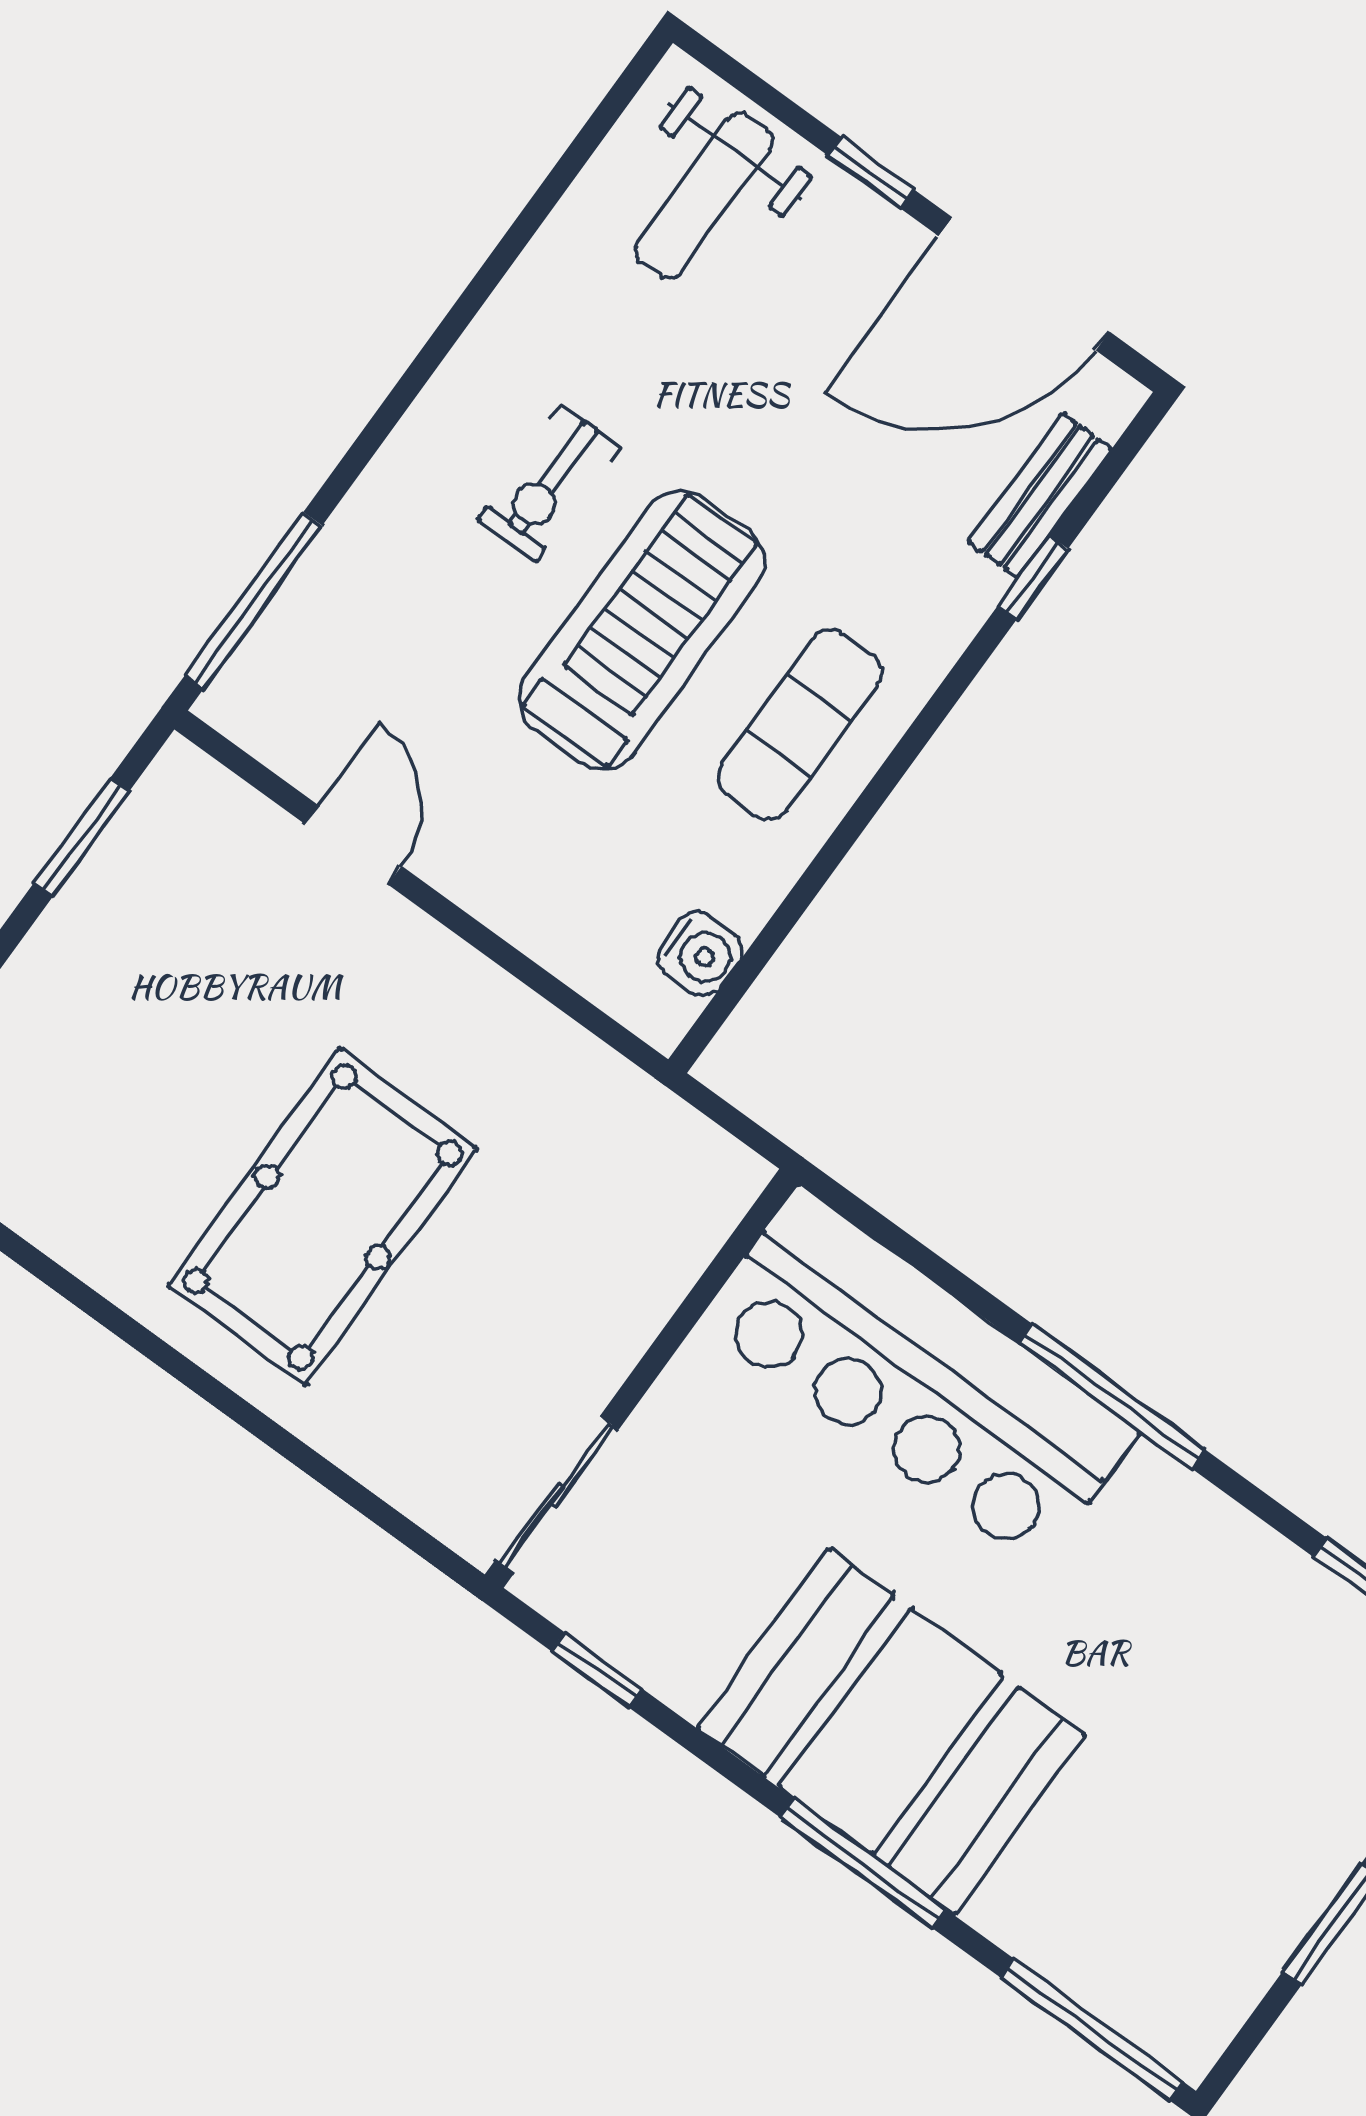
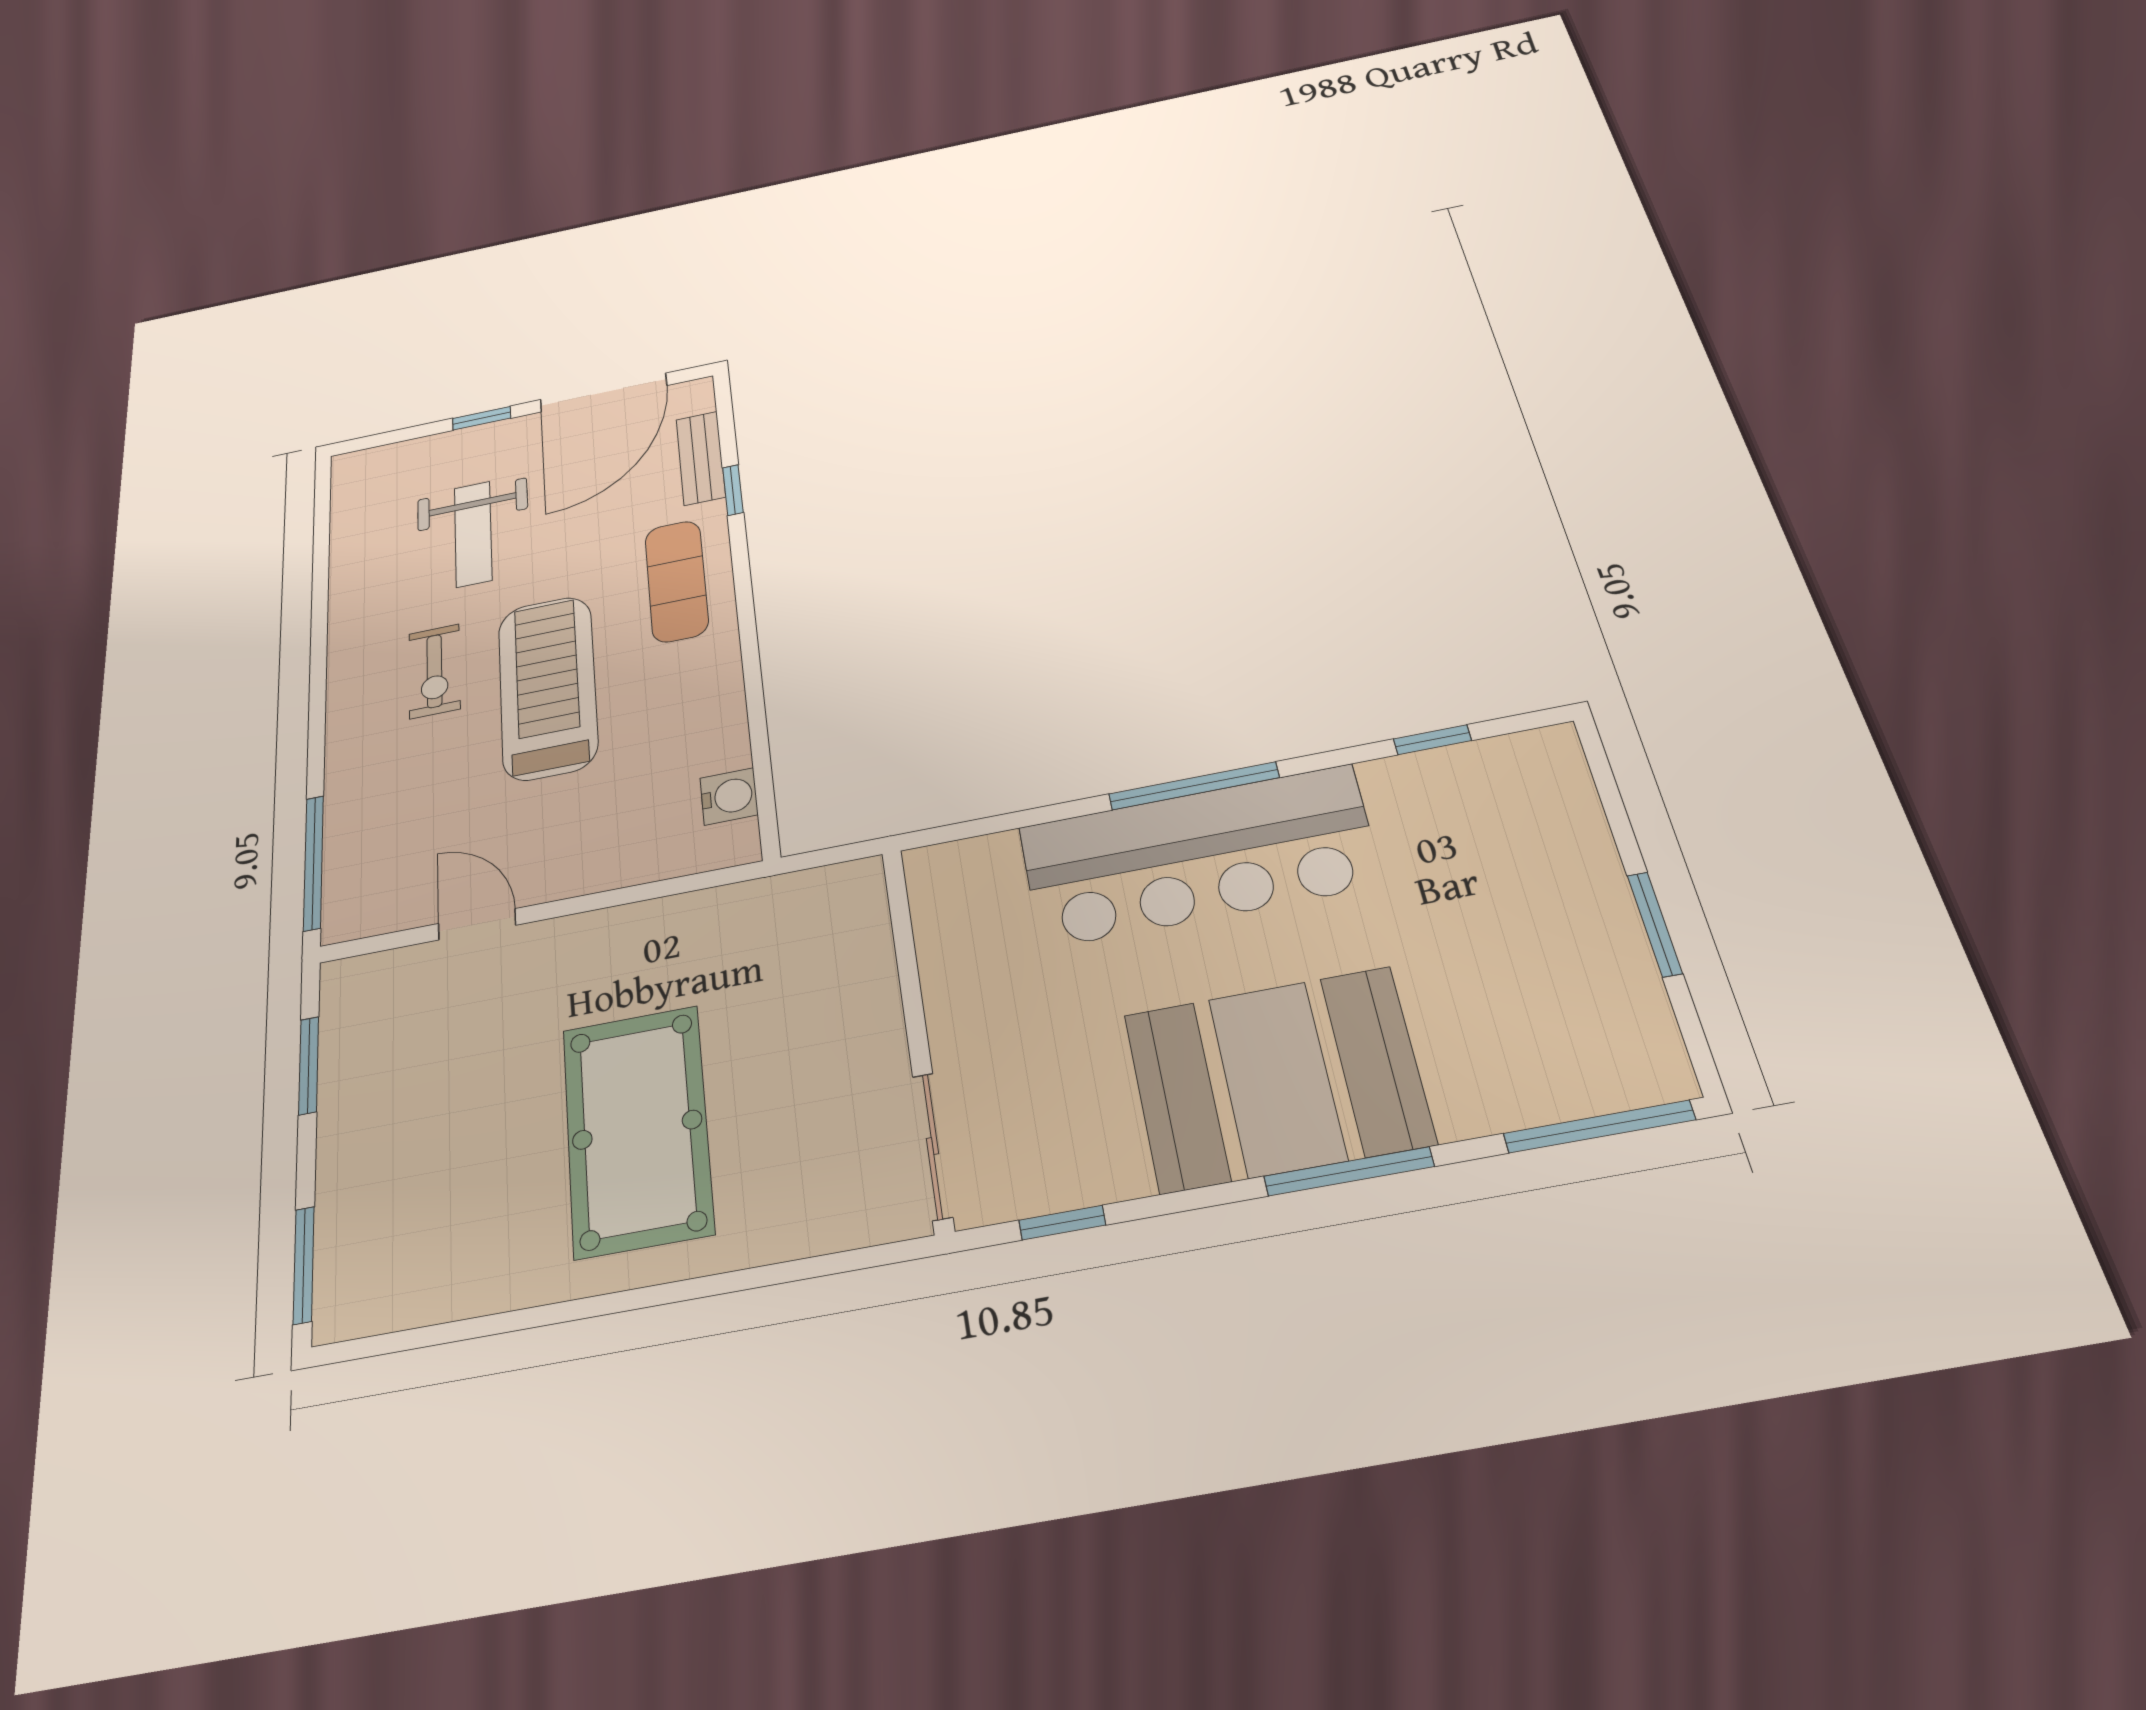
weight bench: (704, 196) -> (473, 534), moved
exercise mat: (799, 725) -> (676, 581), moved
bar counter: (919, 1377) -> (1198, 856), moved

